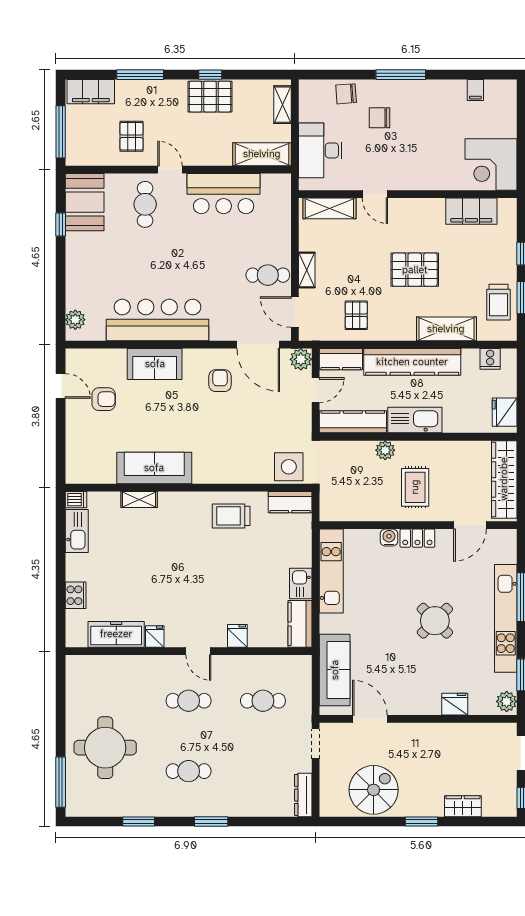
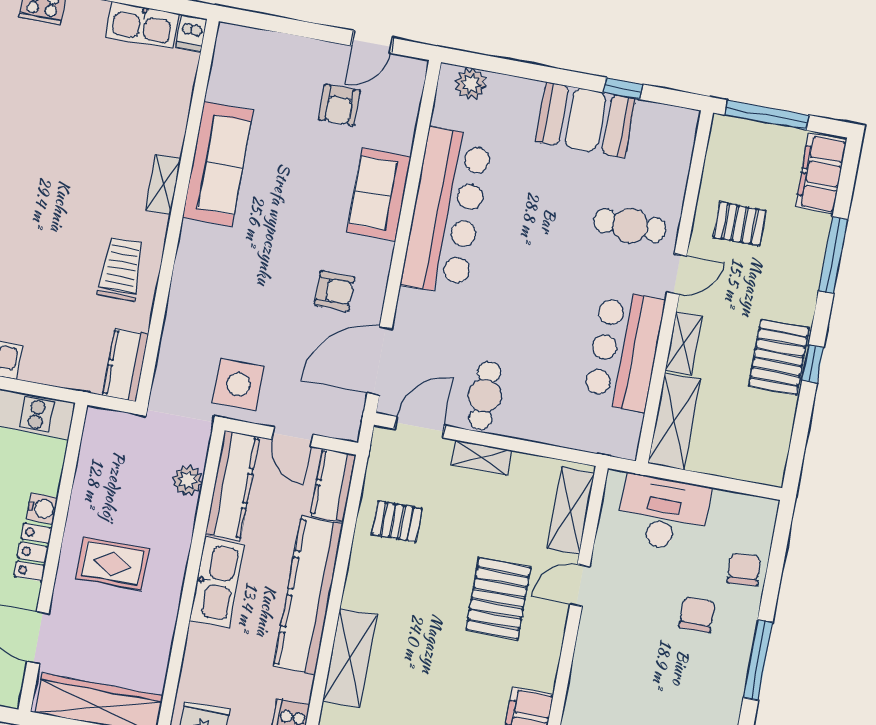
shelving: (283, 105) -> (684, 343), moved, turned 90
booth: (85, 202) -> (585, 120), moved
pallet: (415, 270) -> (498, 598), moved
plant: (301, 359) -> (344, 423), removed
plant: (385, 450) -> (188, 480), moved
side table: (289, 467) -> (238, 385), moved
shelving: (139, 499) -> (163, 184), moved

